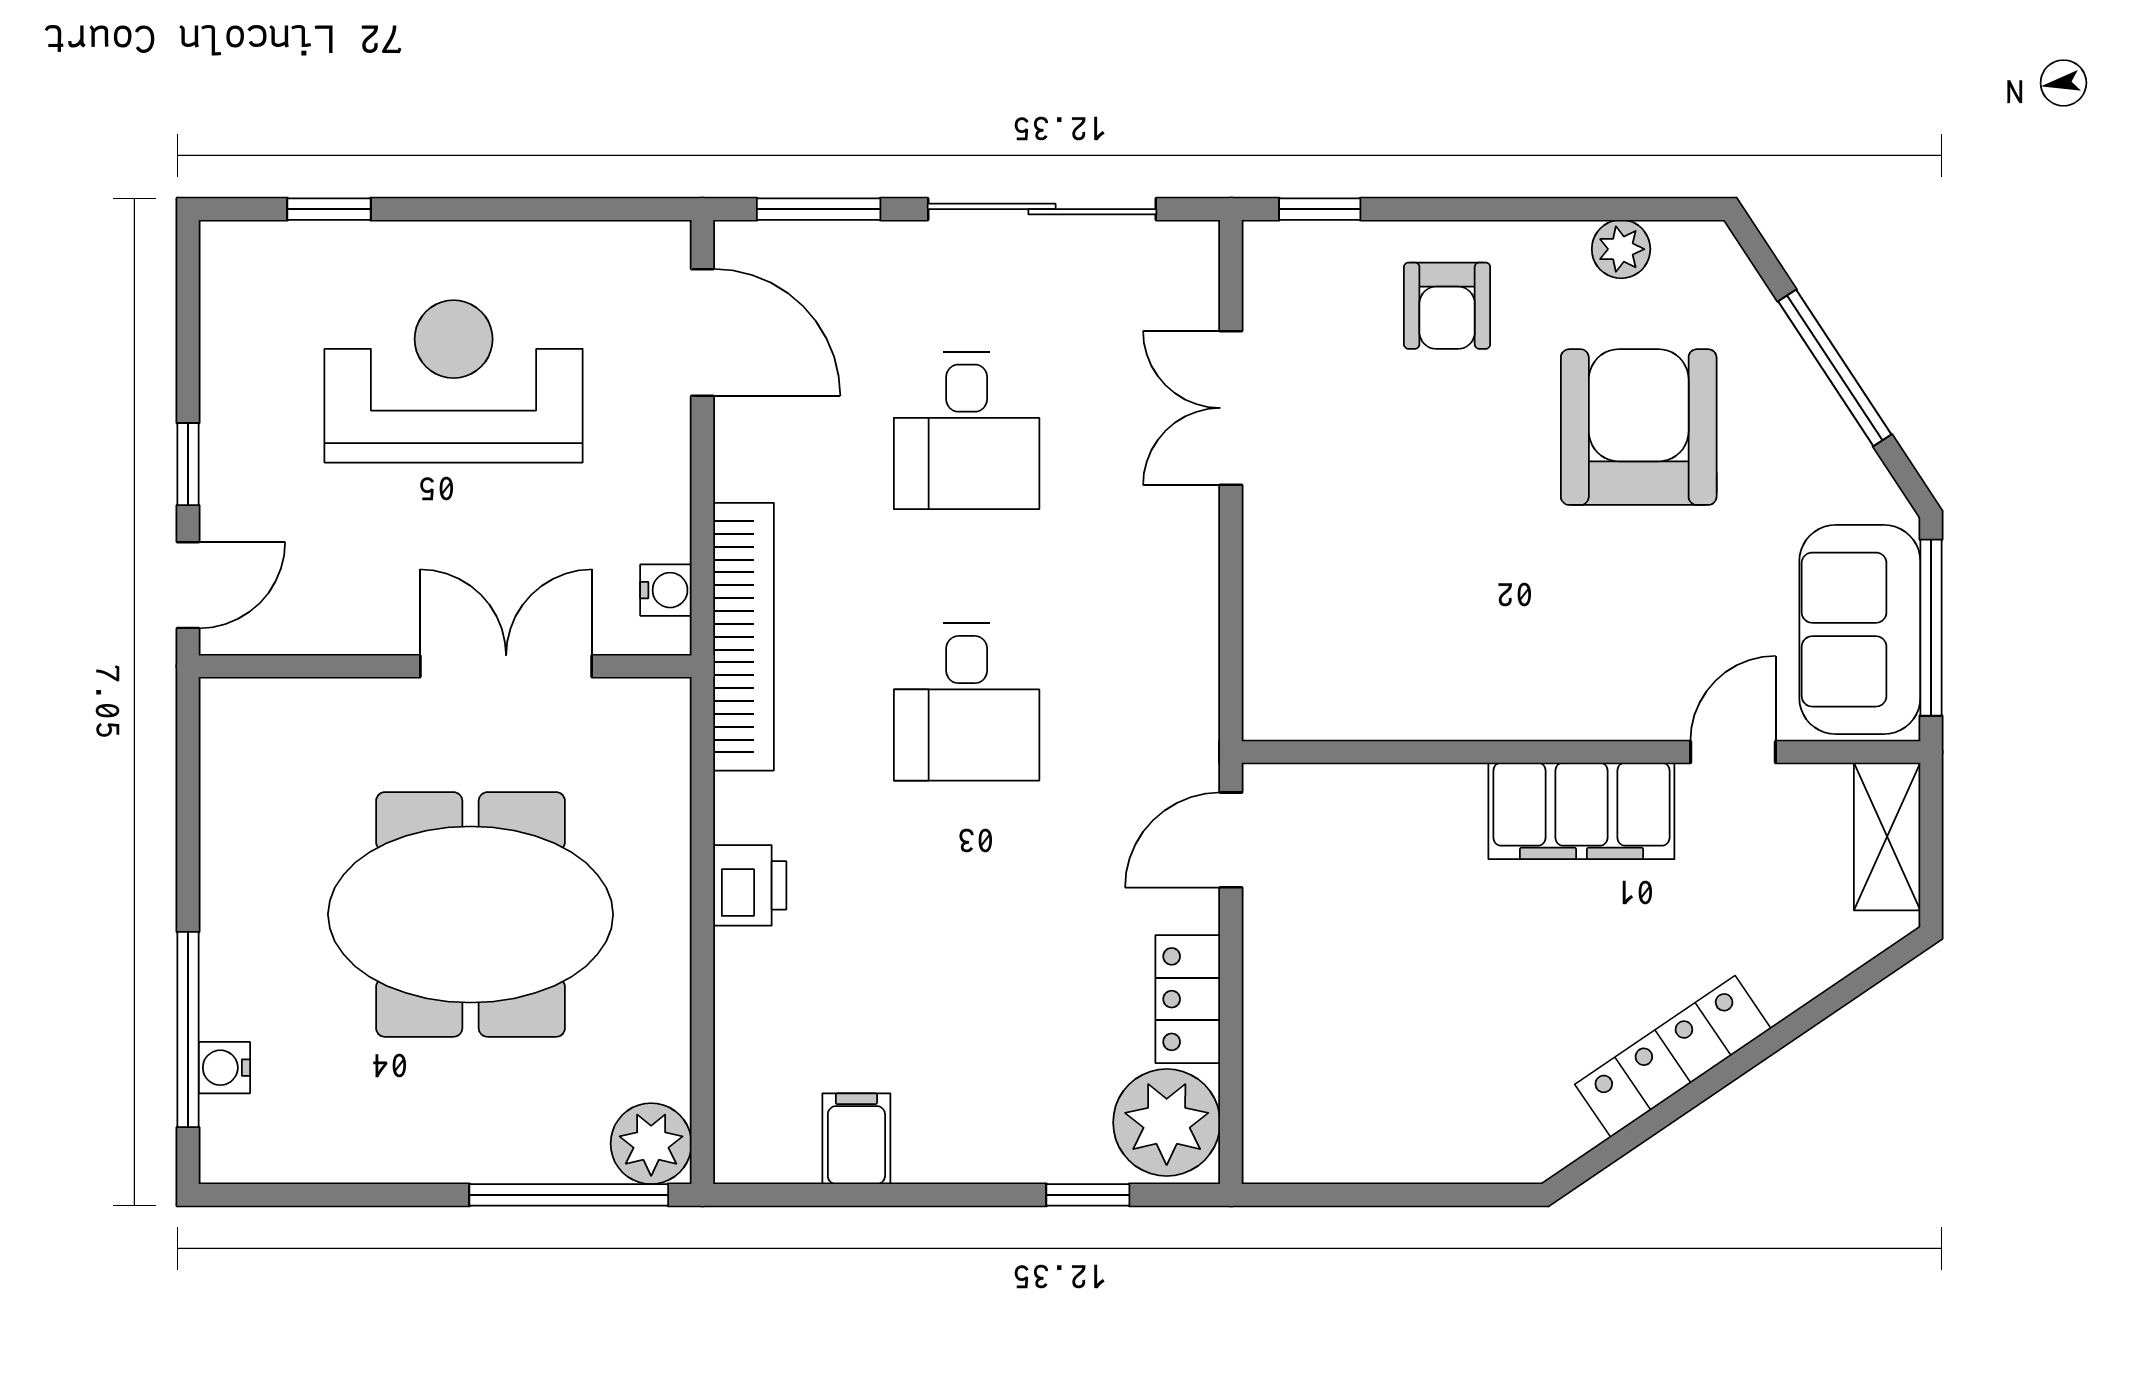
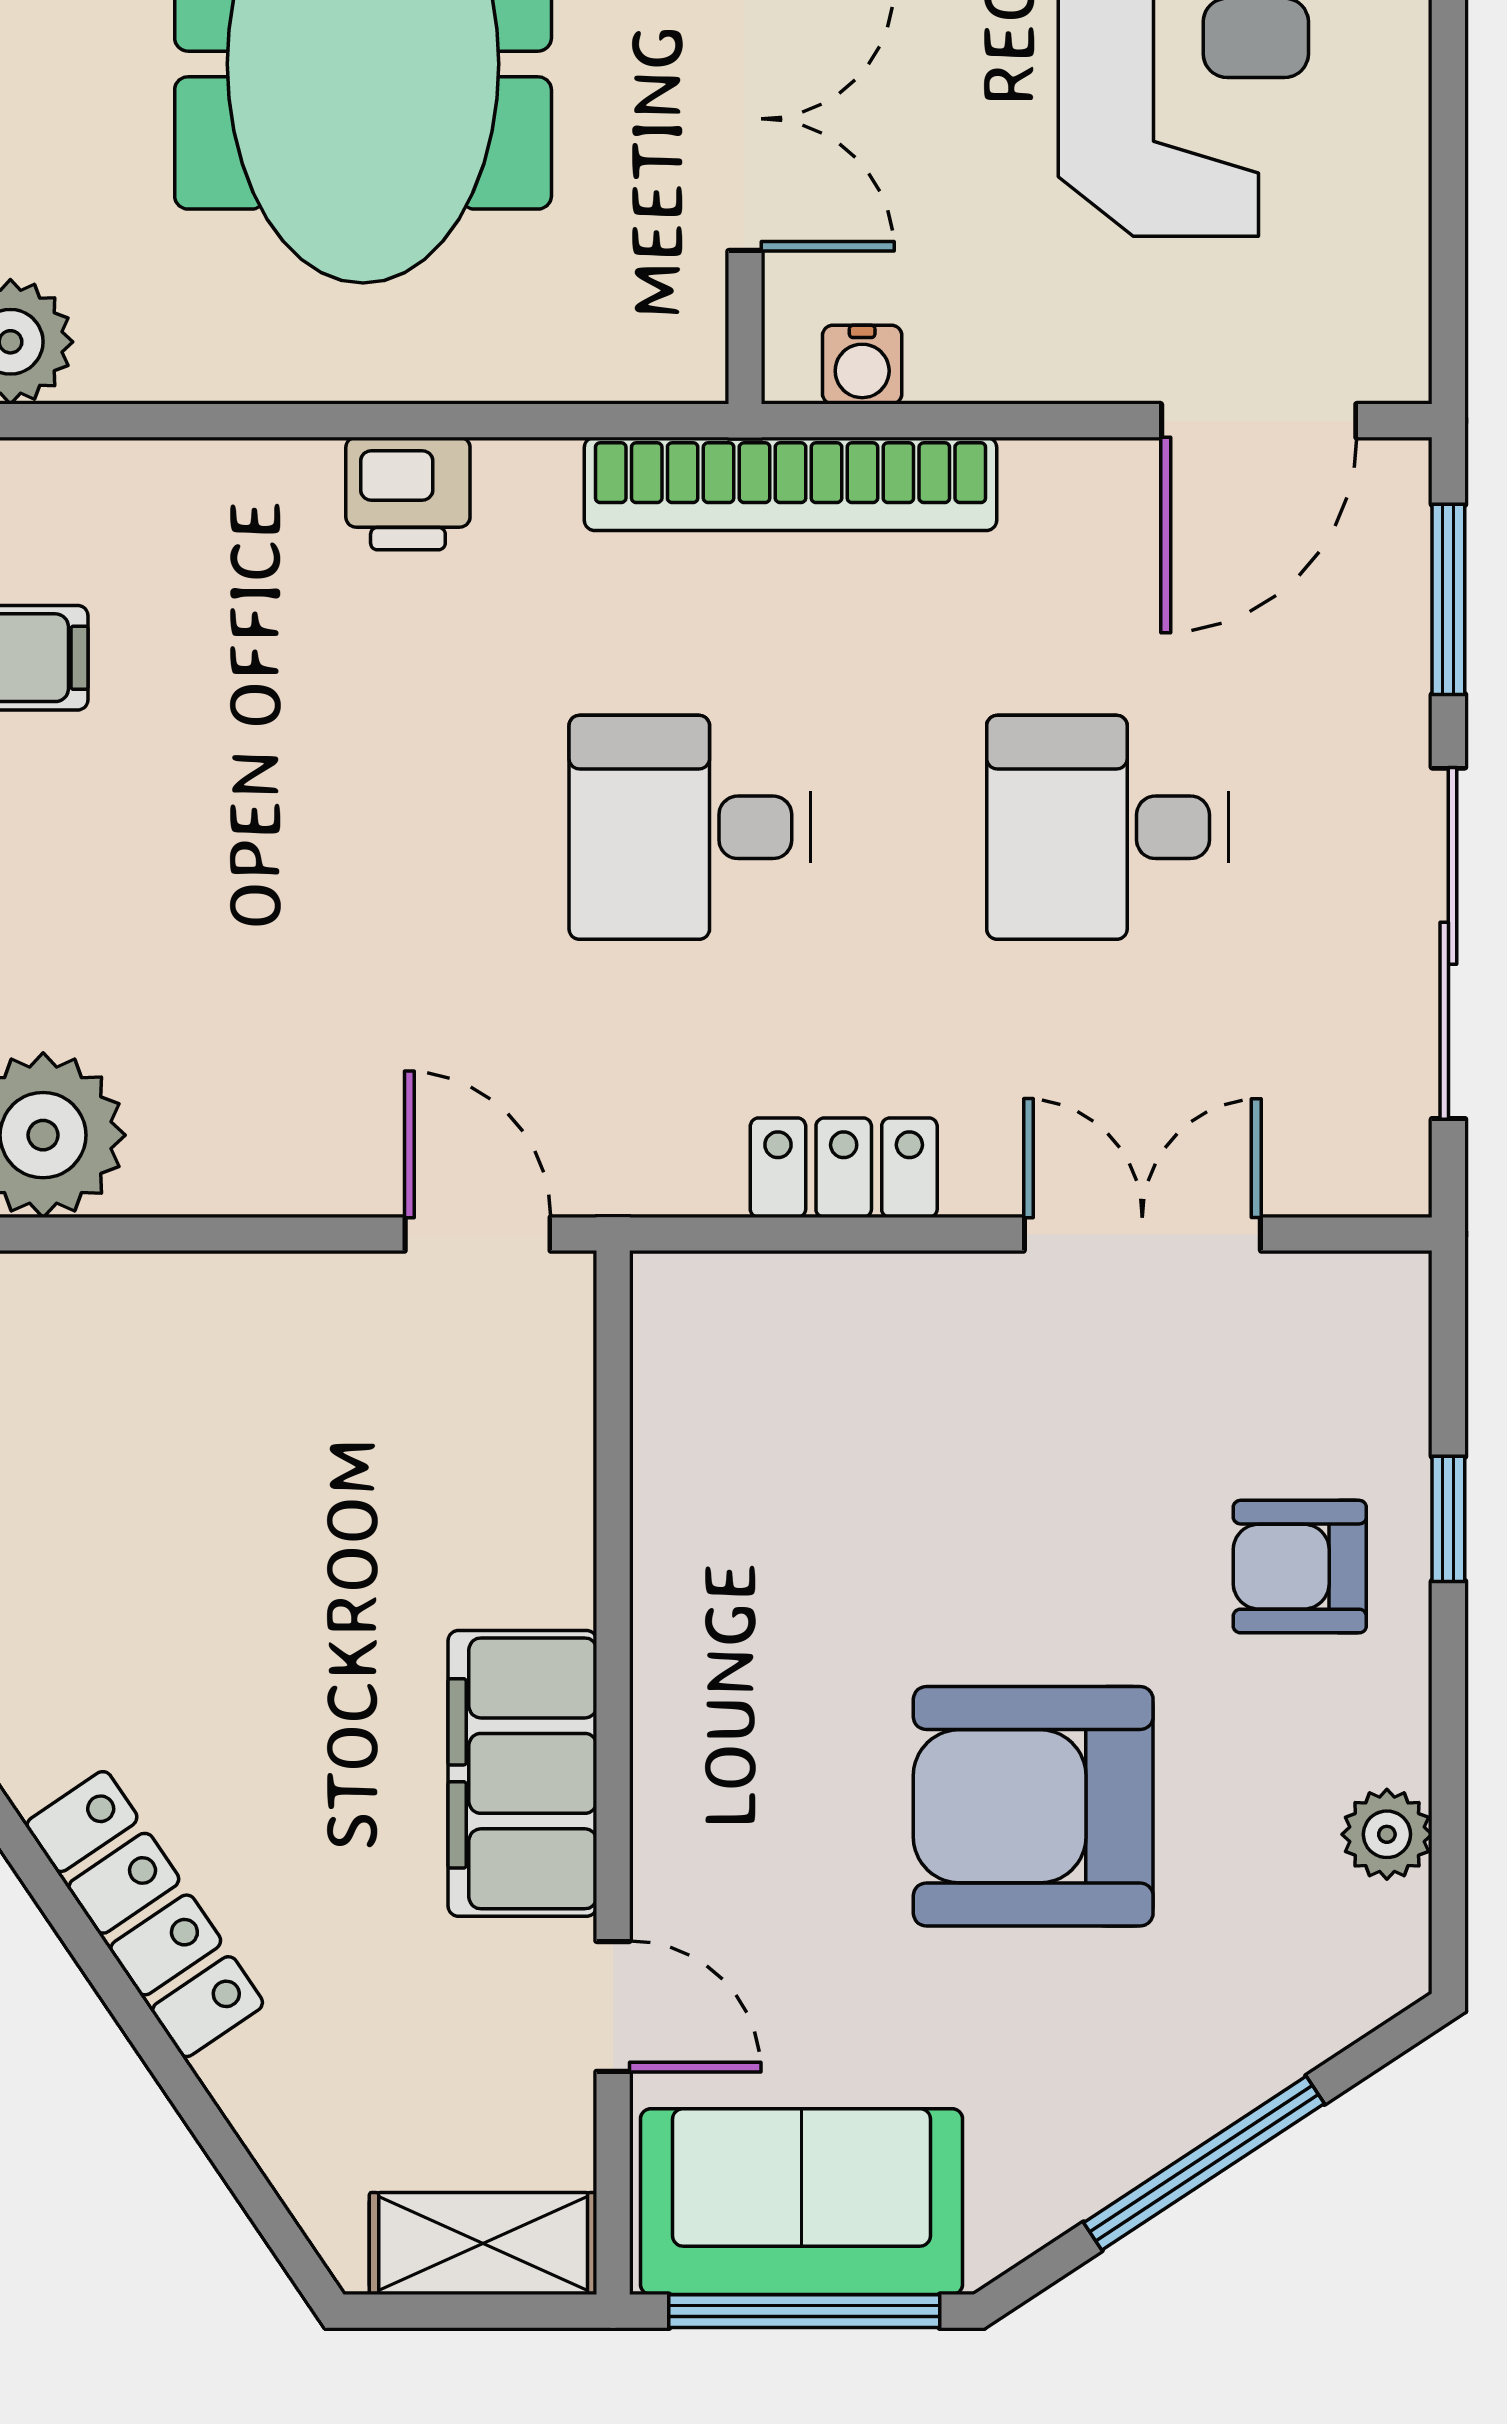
window: (1320, 209) -> (1448, 1519), moved
armchair: (1639, 427) -> (1033, 1806), moved, turned 180
locker: (1188, 999) -> (844, 1168), moved

